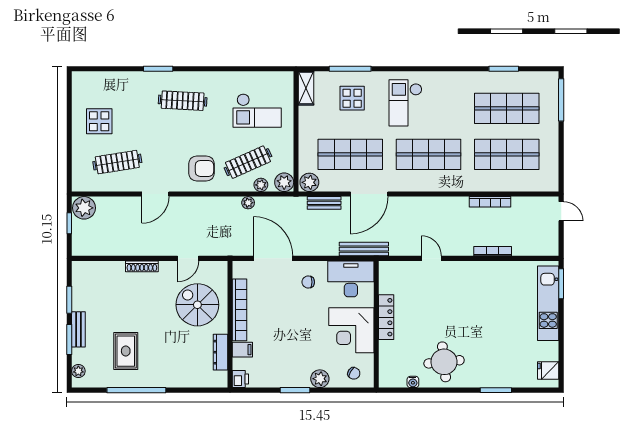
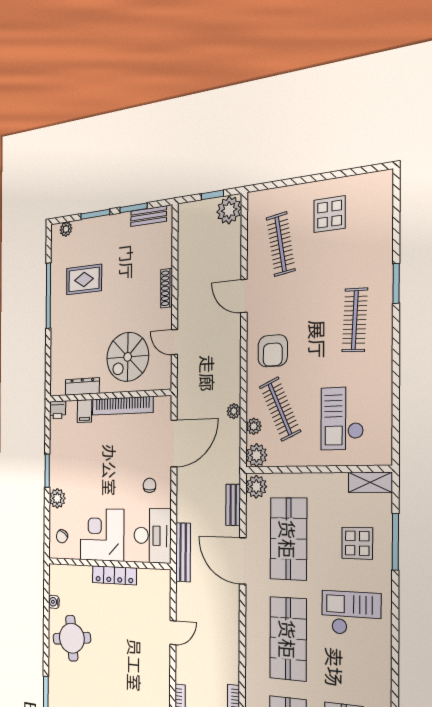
spiral stairs: (197, 305) -> (128, 357), turned 180
bench: (78, 329) -> (149, 216), moved

